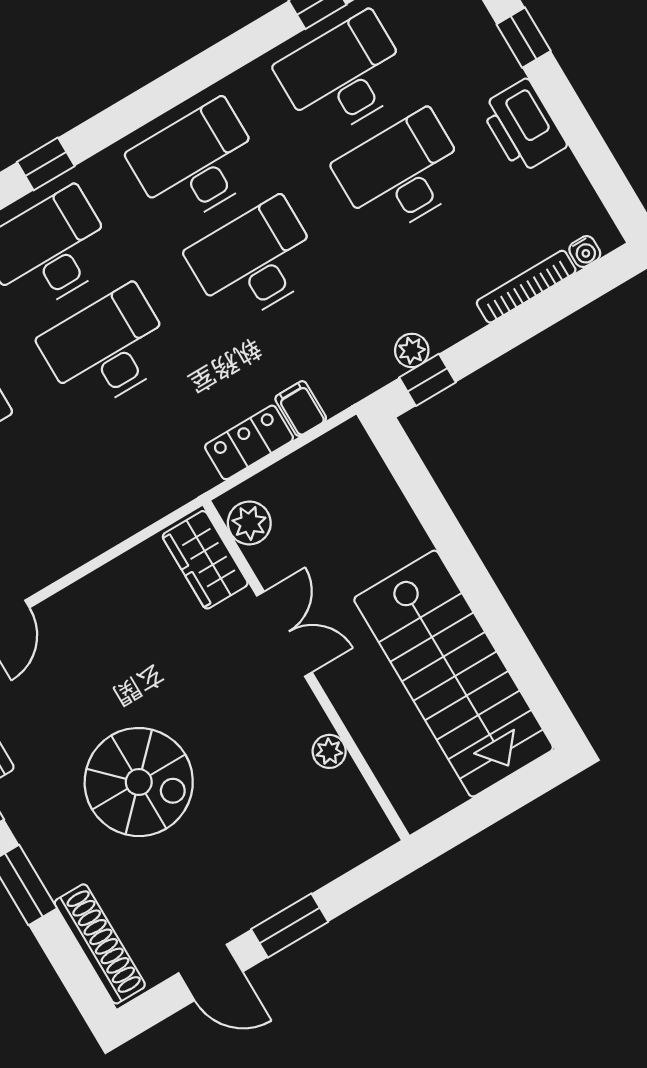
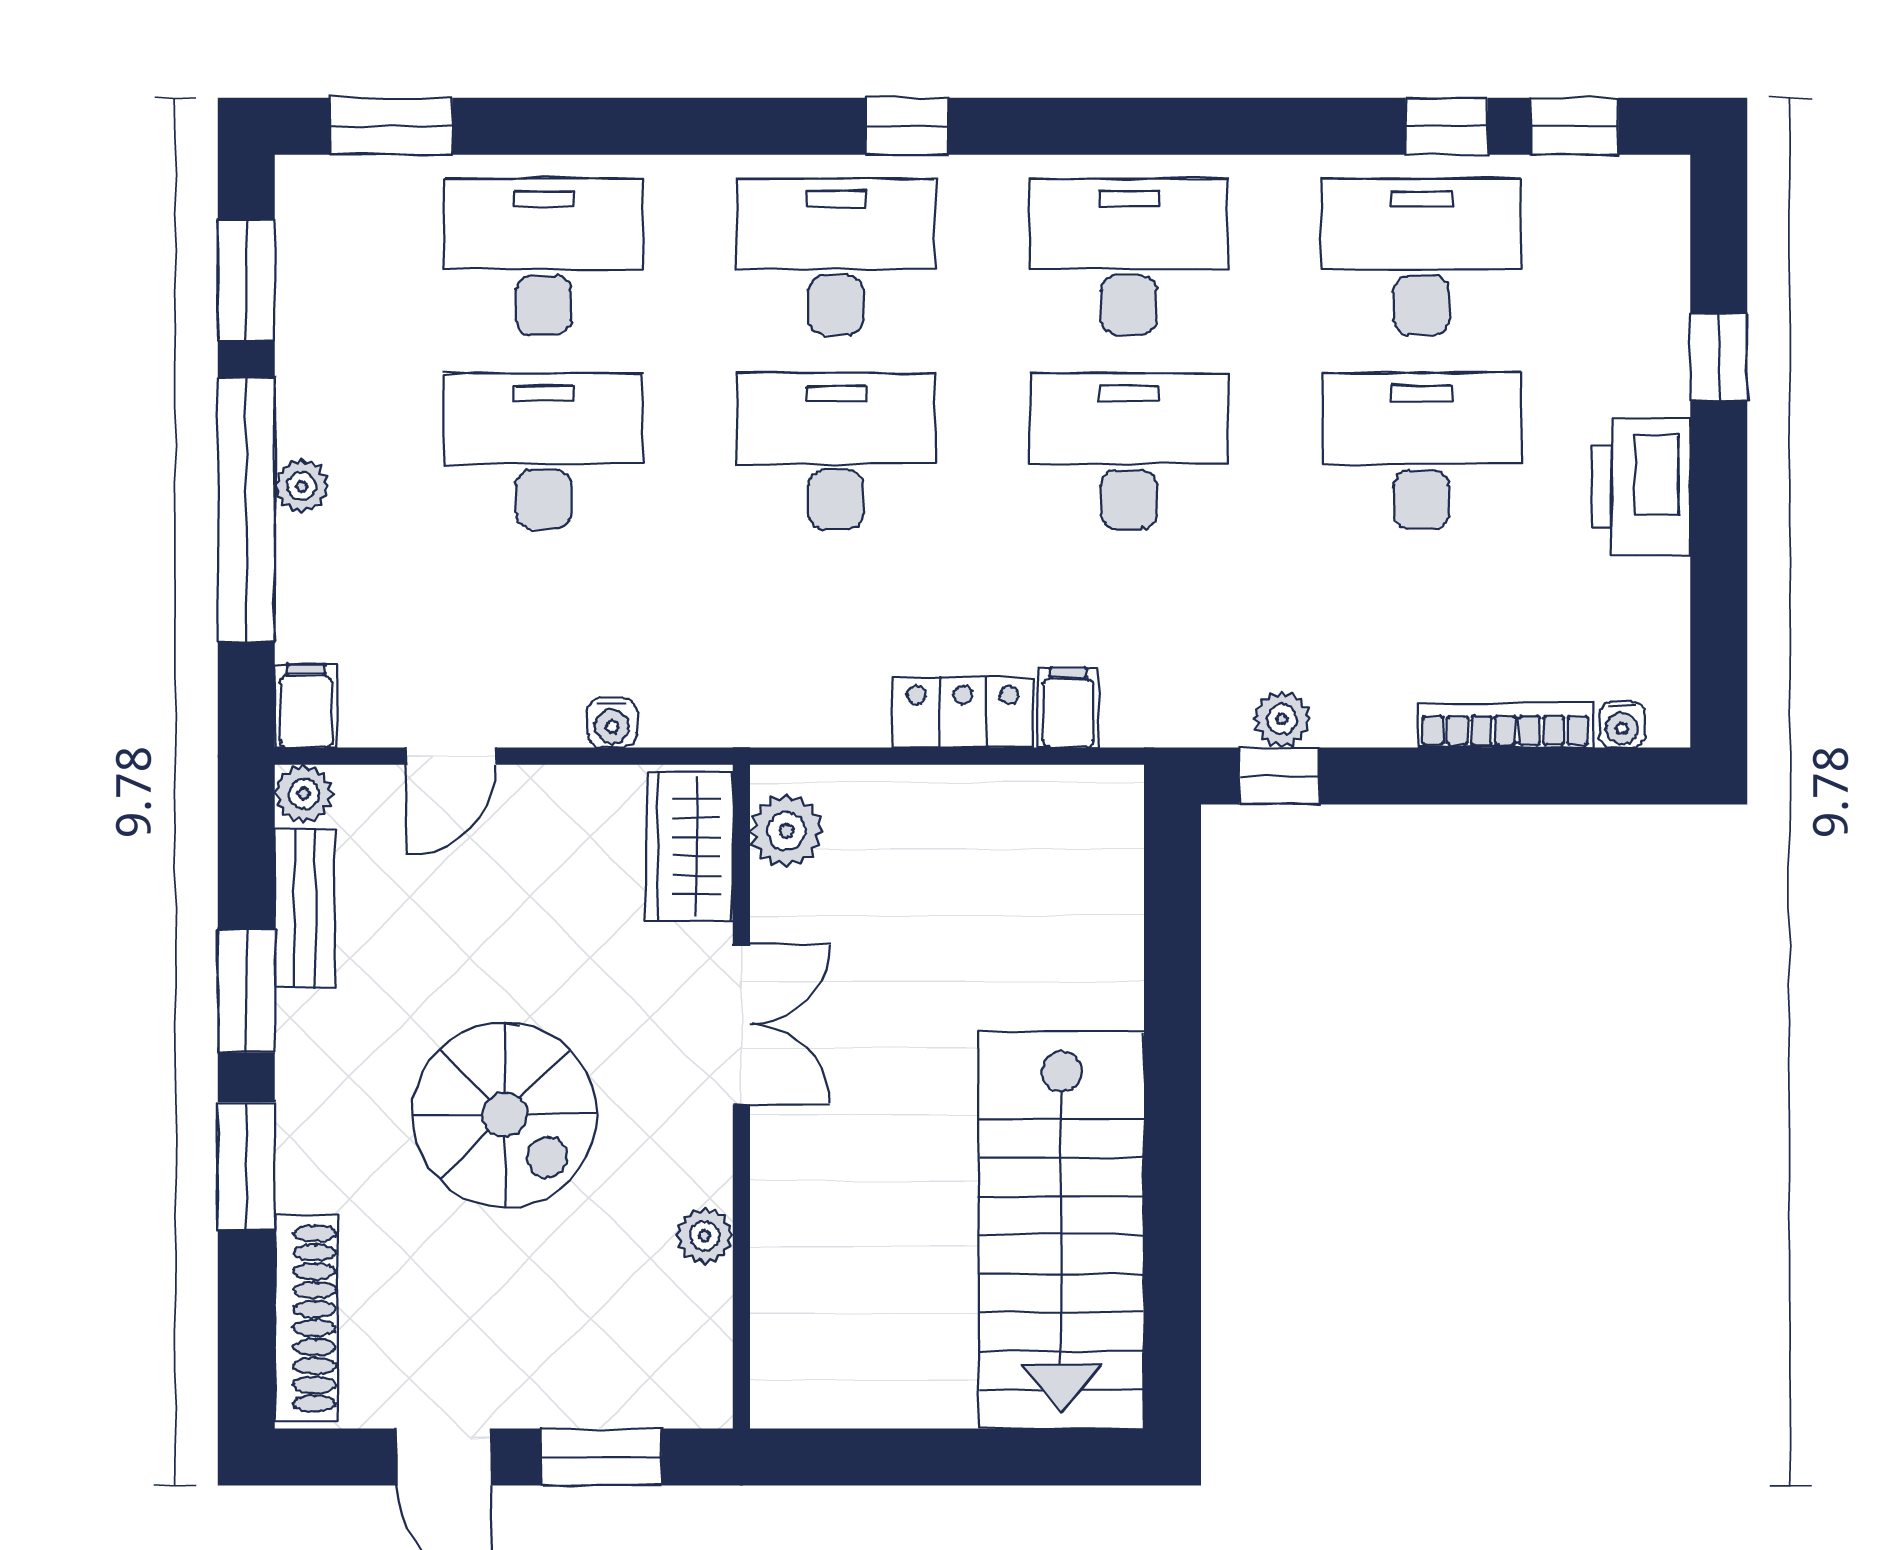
plant: (249, 523) -> (786, 831), moved
water cooler: (76, 552) -> (612, 723), added
wardrobe: (205, 560) -> (690, 846), moved
double door: (284, 634) -> (741, 1024), moved
wall: (306, 670) -> (741, 1097), moved
plant: (329, 751) -> (705, 1236), moved

